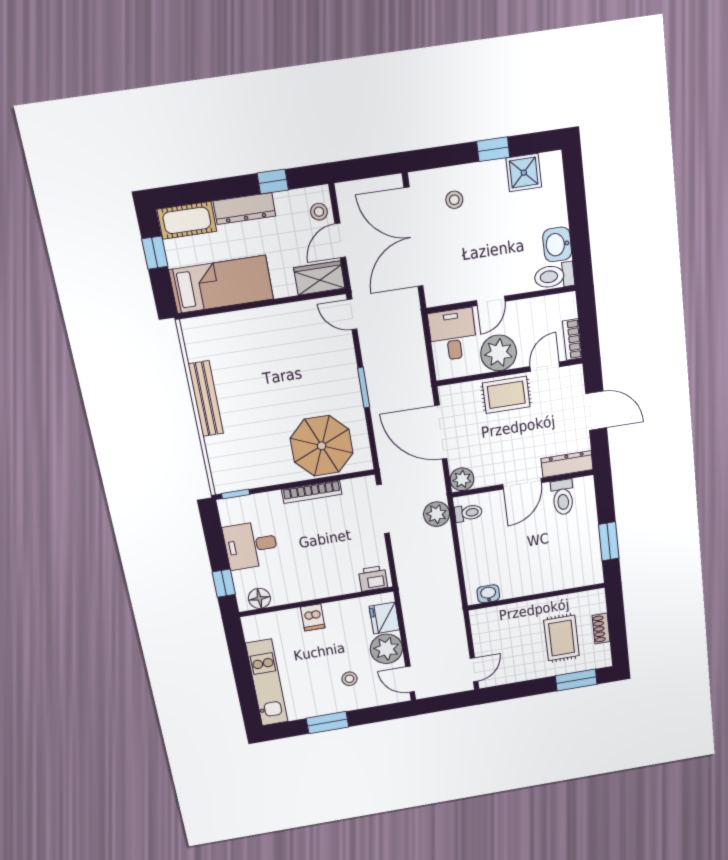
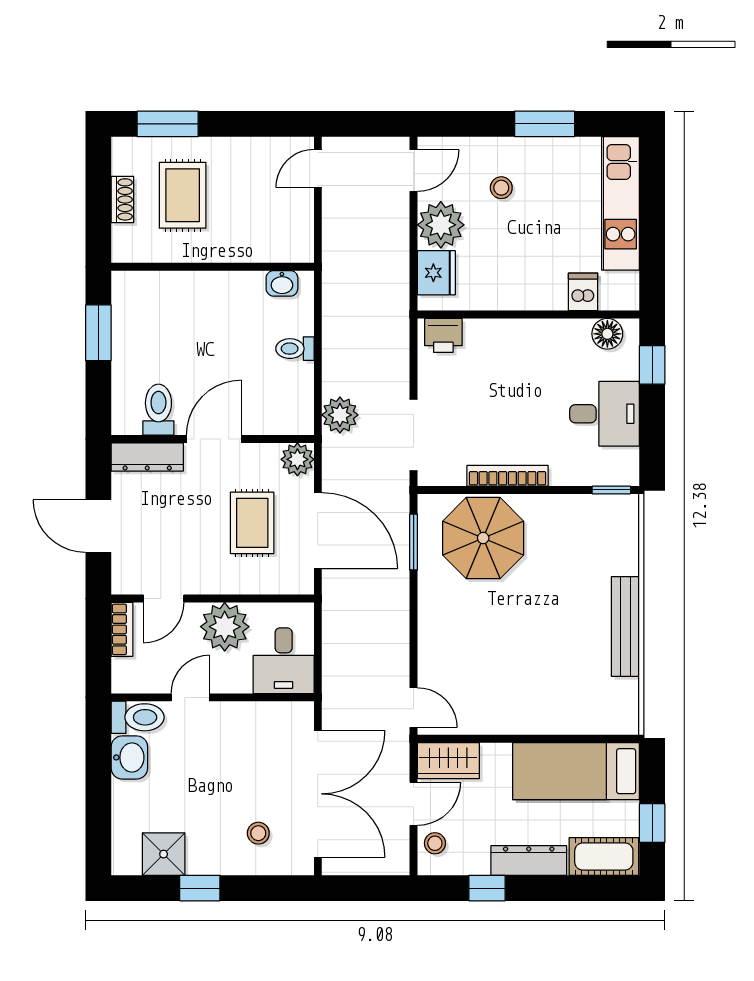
door: (491, 301) -> (190, 697), moved
window: (364, 388) -> (414, 542), moved
rug: (506, 395) -> (252, 523), moved, turned 90
toilet: (468, 513) -> (295, 349), moved
dishwasher: (313, 617) -> (583, 292), moved
door: (410, 679) -> (414, 171), hinge flipped

